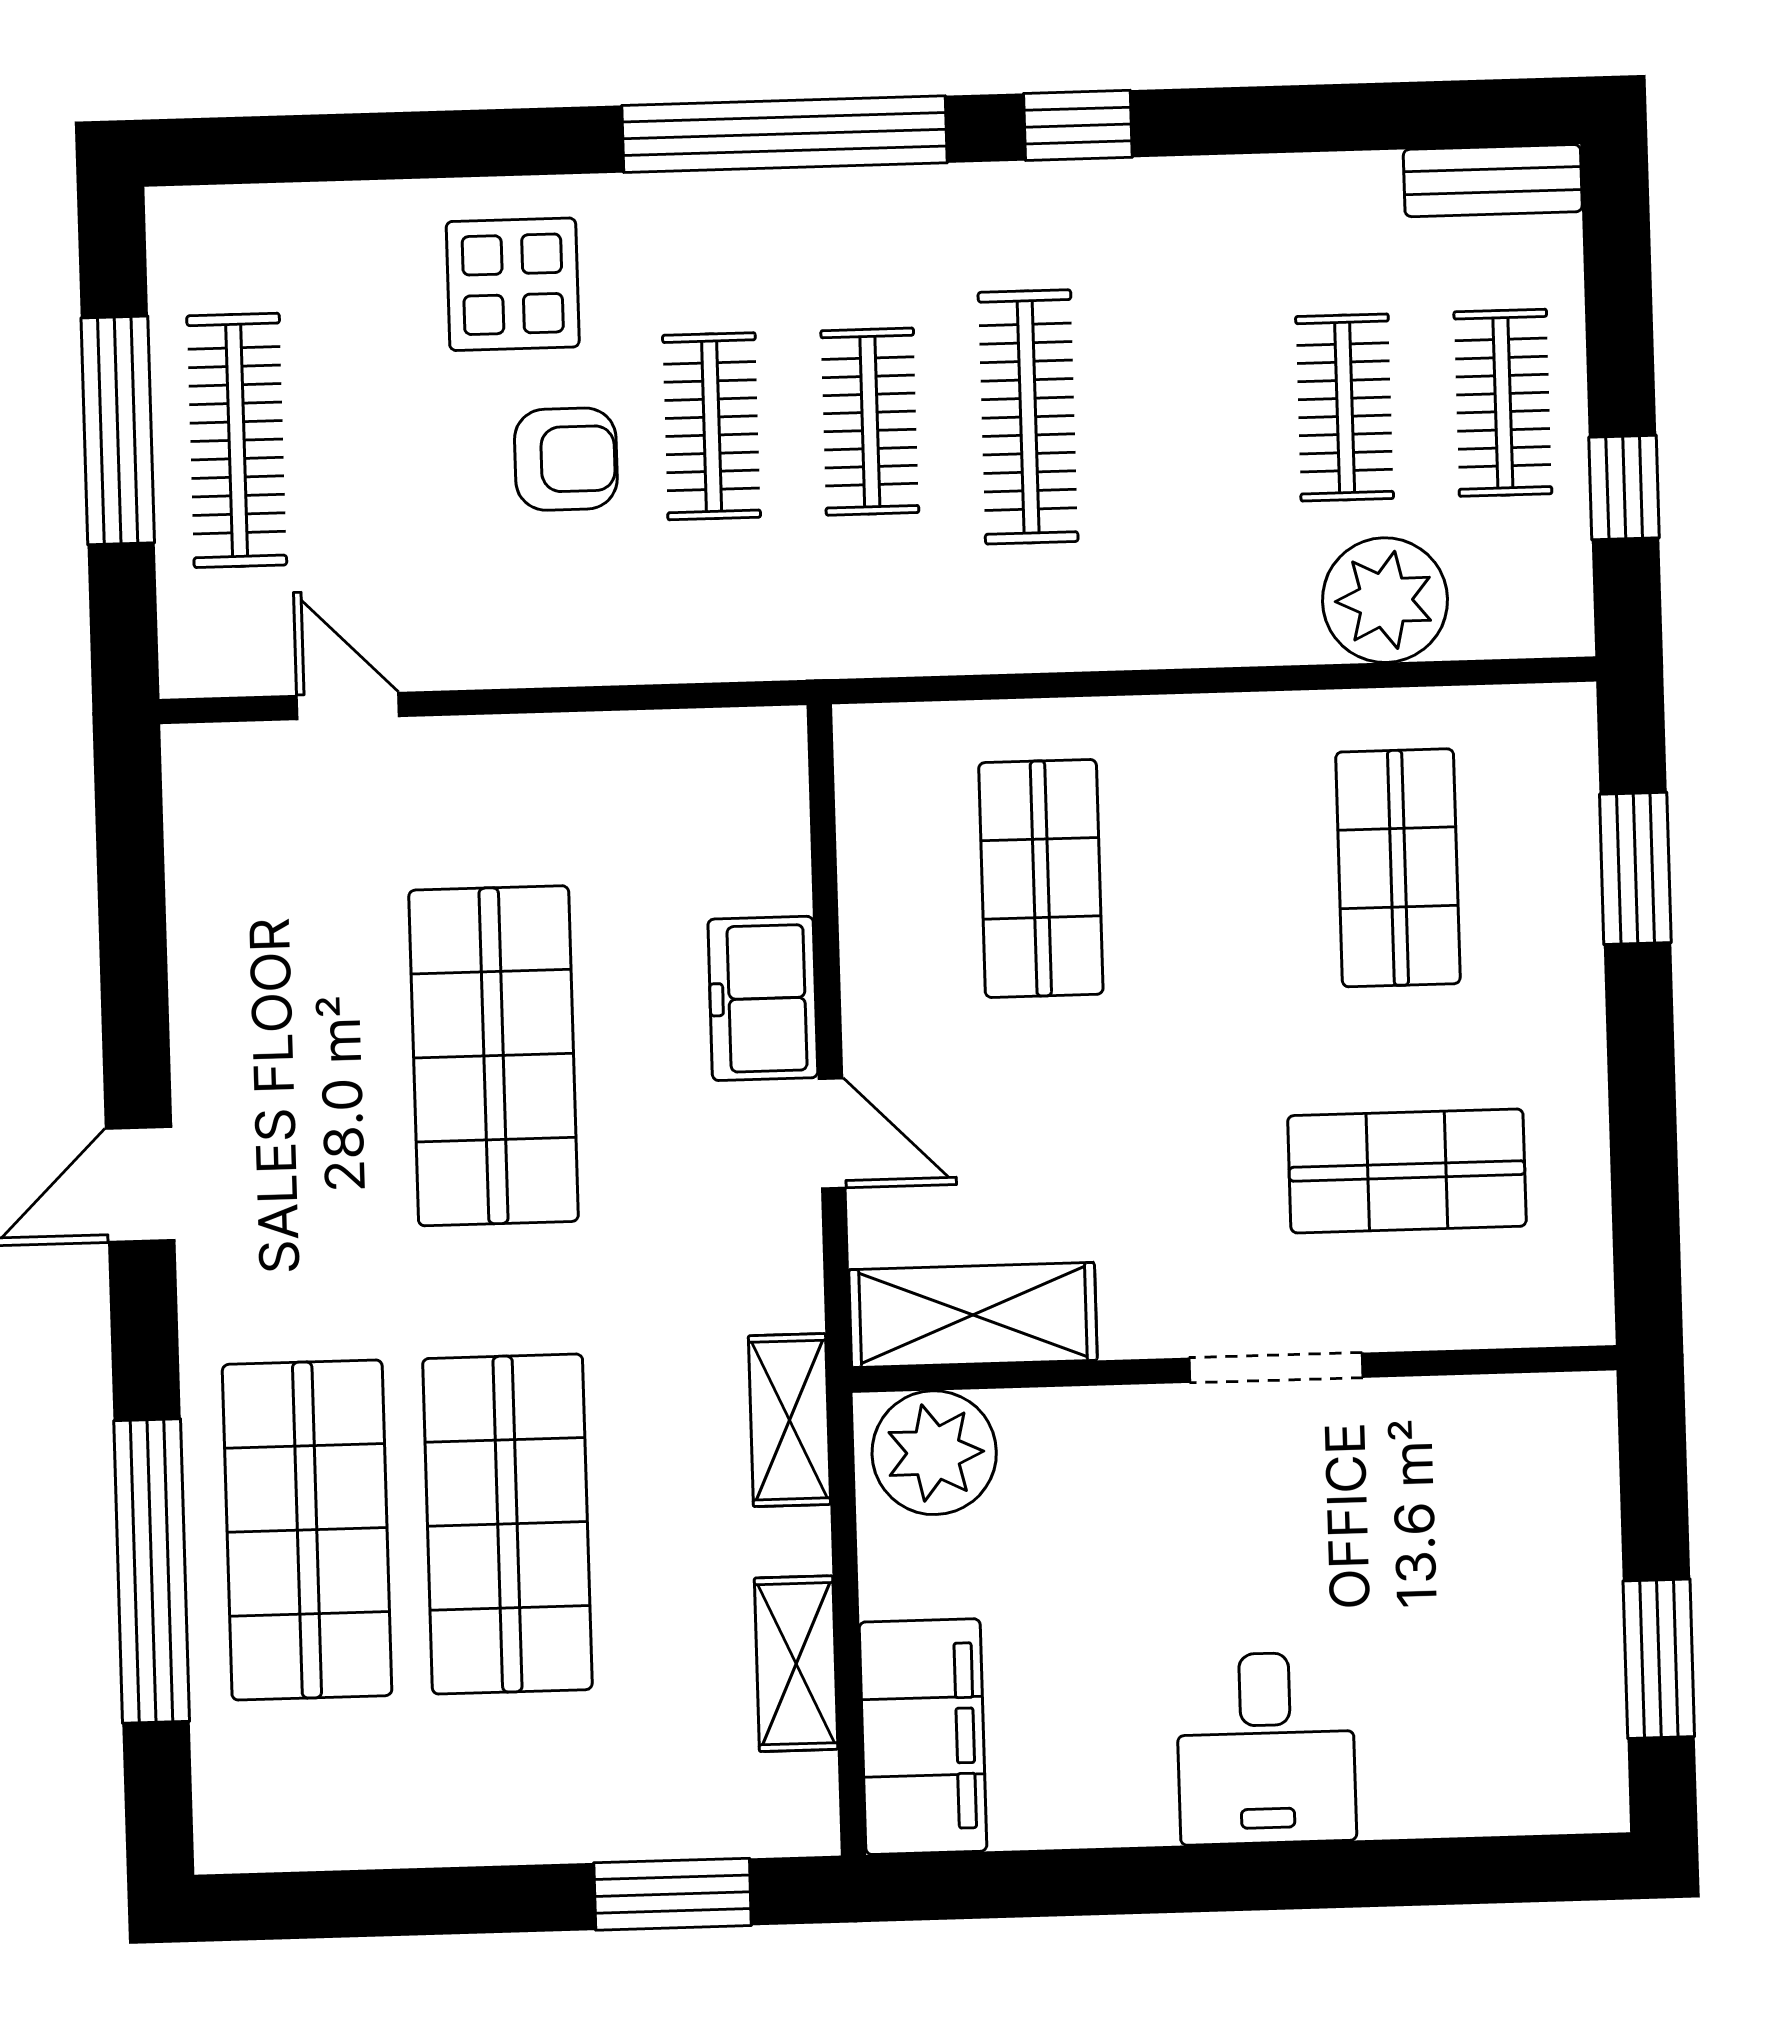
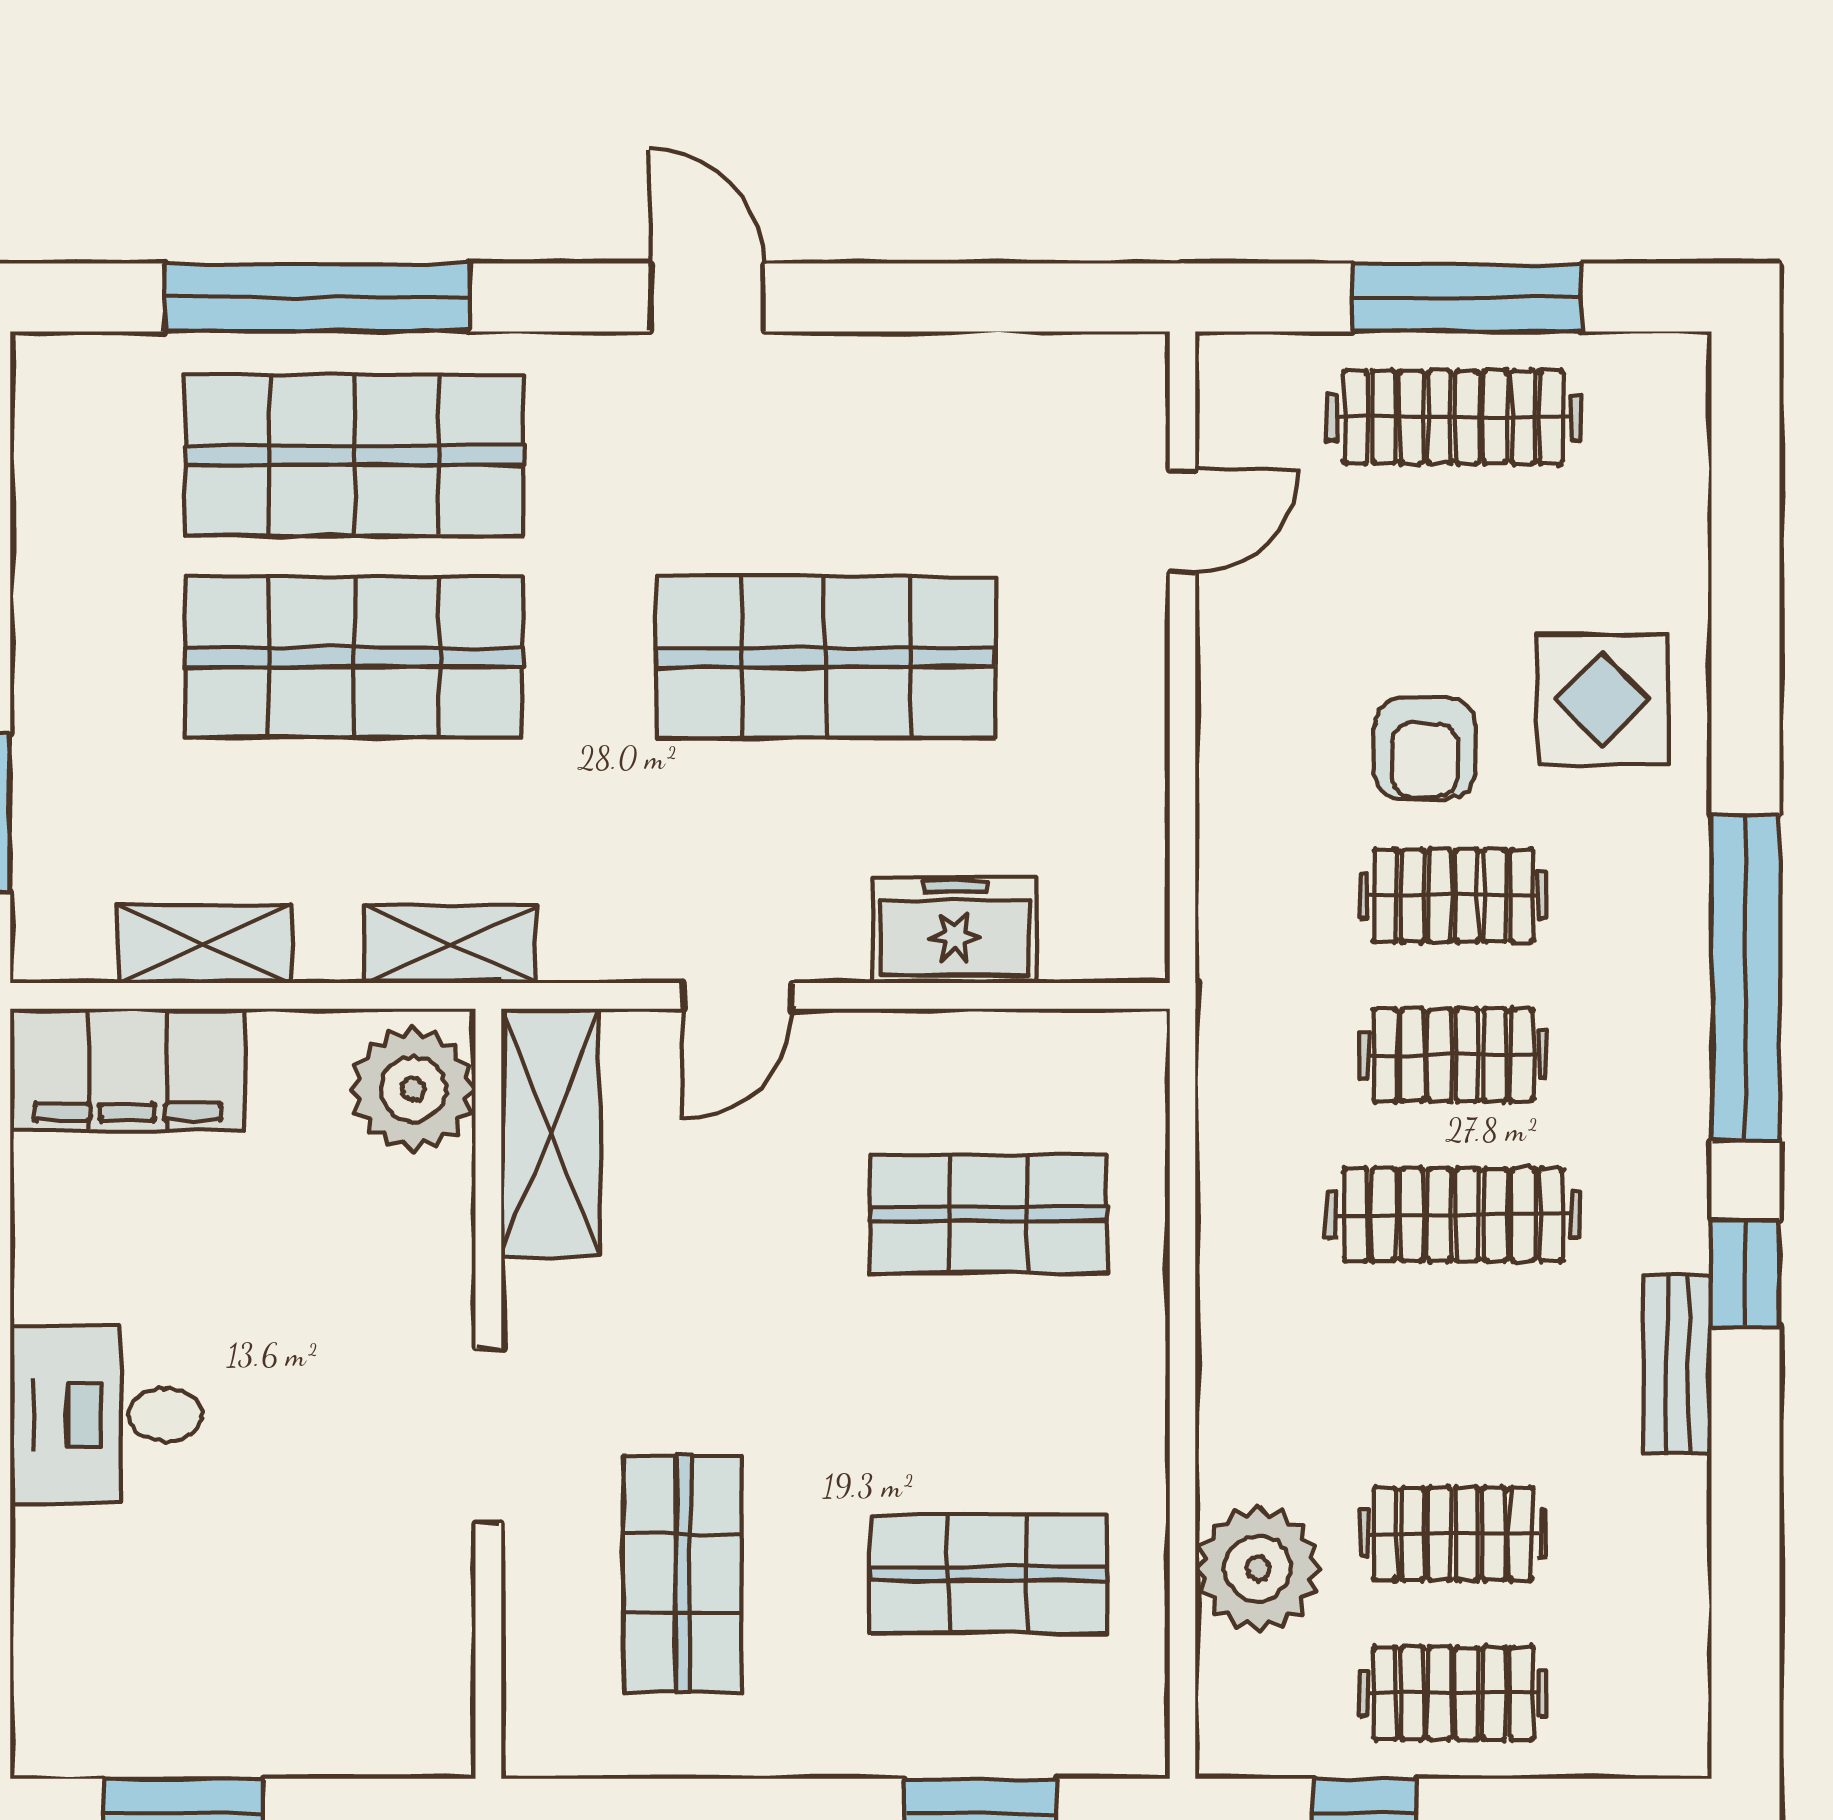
bench: (1493, 181) -> (1678, 1364), moved
freezer: (763, 998) -> (955, 930), moved

